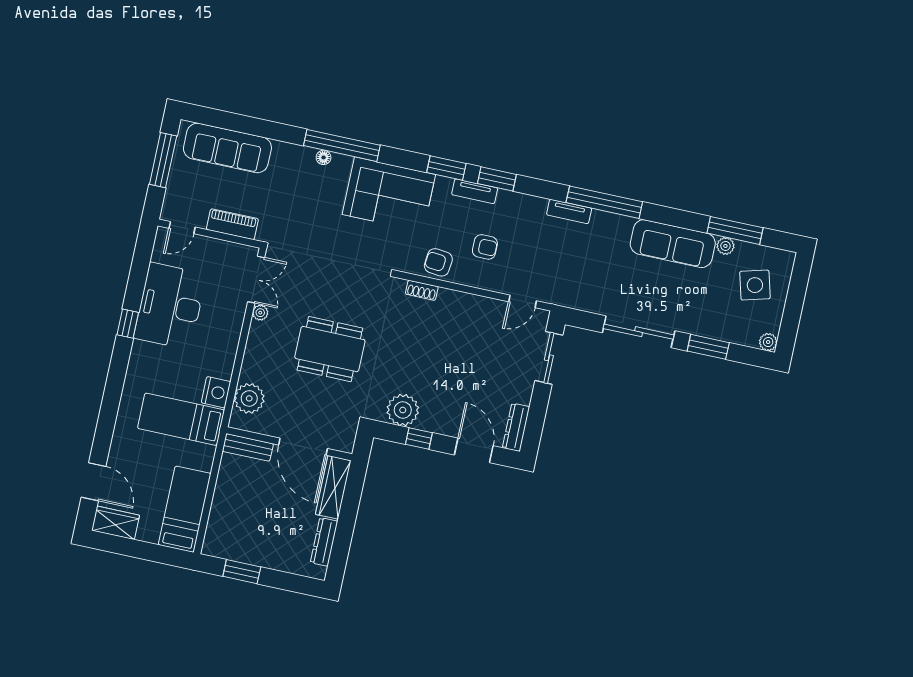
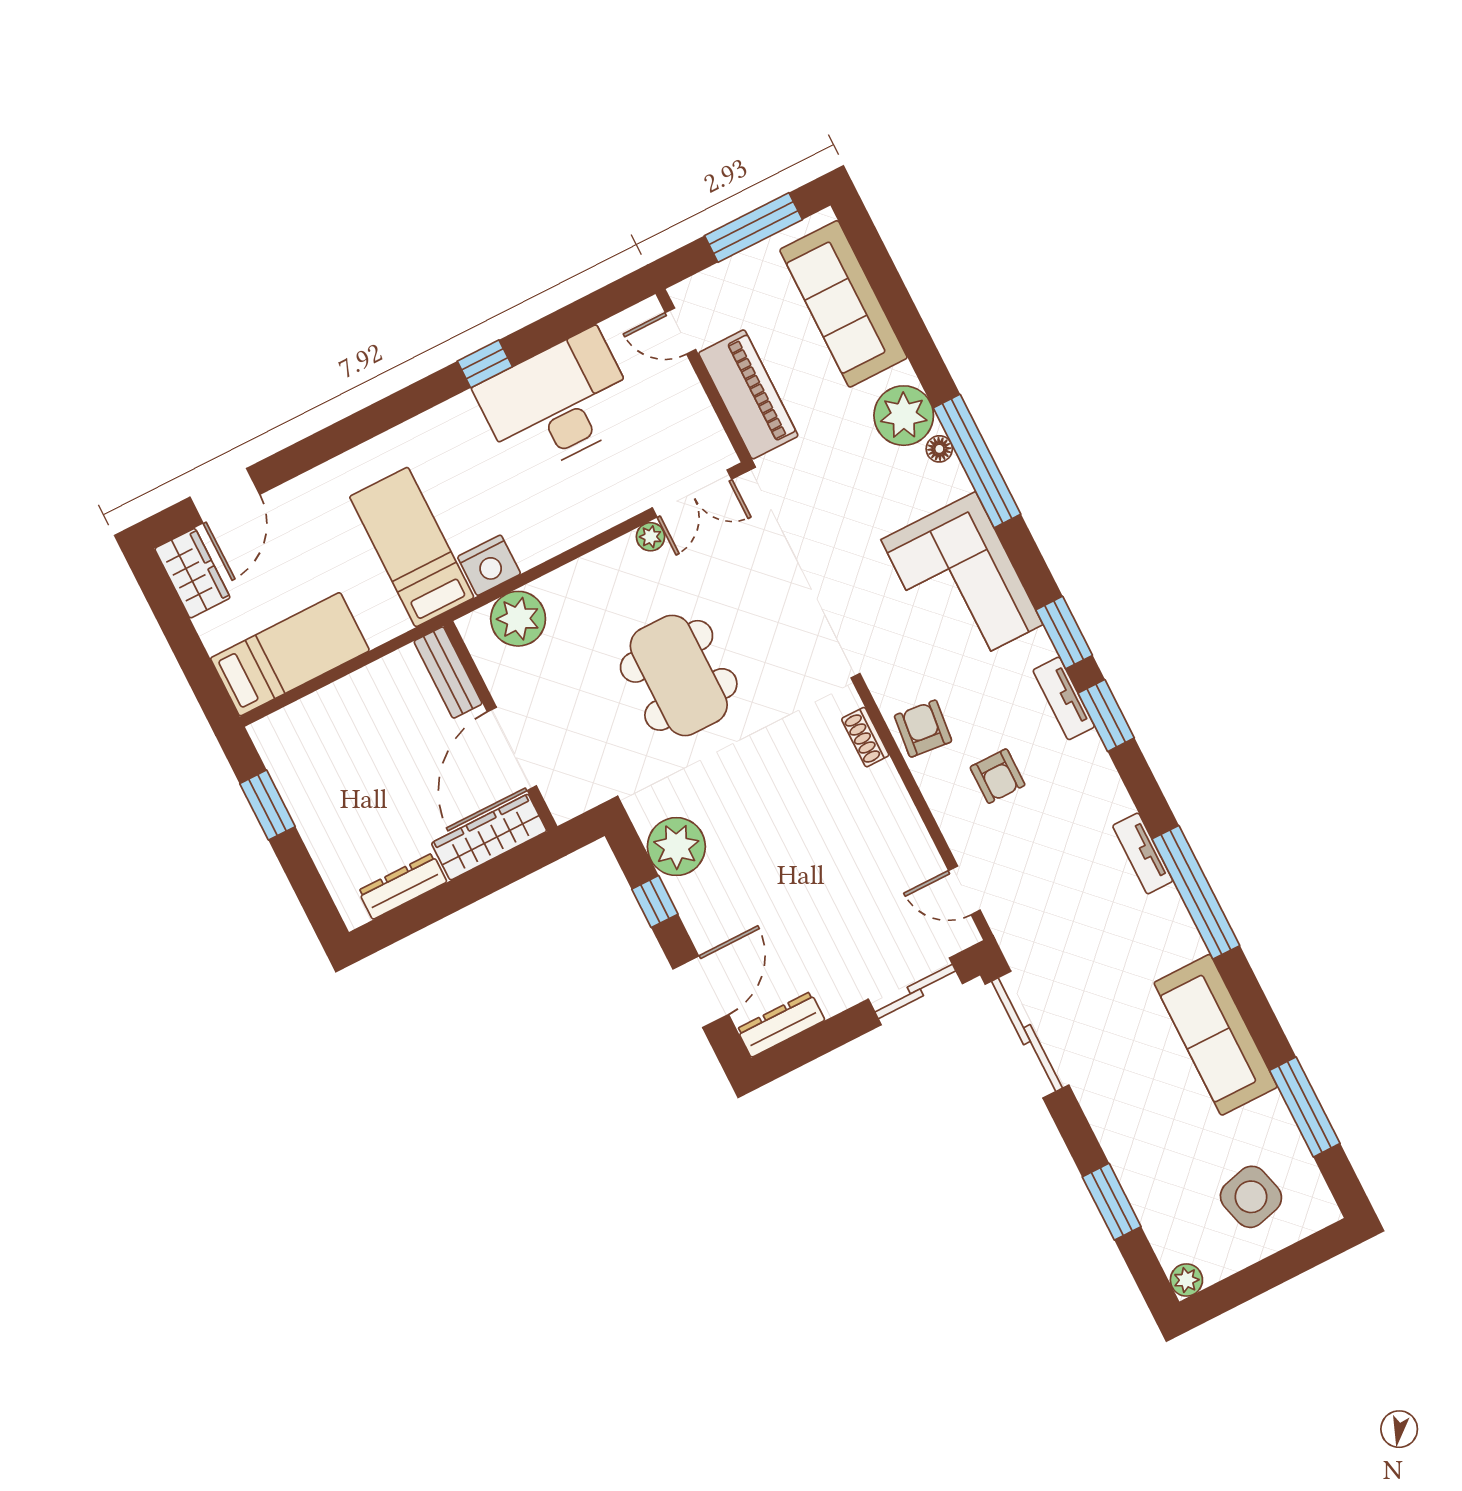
piano: (232, 224) -> (748, 394), width x1.37, depth x1.33
plant: (725, 246) -> (904, 416), moved, width x1.87, depth x1.87
sliding door: (639, 332) -> (1027, 1035), moved

